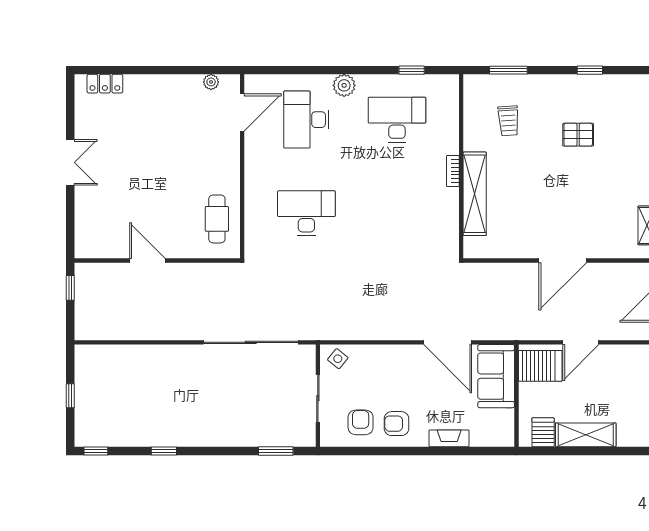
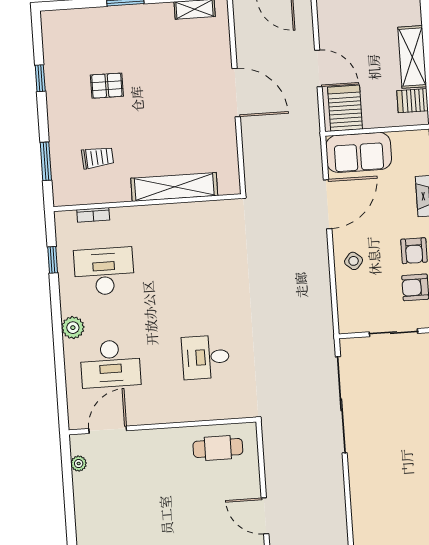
door: (242, 113) -> (108, 430), hinge flipped
desk: (397, 120) -> (104, 271), turned 90
pallet: (578, 135) -> (107, 86), turned 90
bookcase: (453, 171) -> (93, 215), moved
desk: (306, 213) -> (206, 357), width x0.73
door: (147, 261) -> (265, 516), hinge flipped
side table: (338, 359) -> (354, 261), moved

